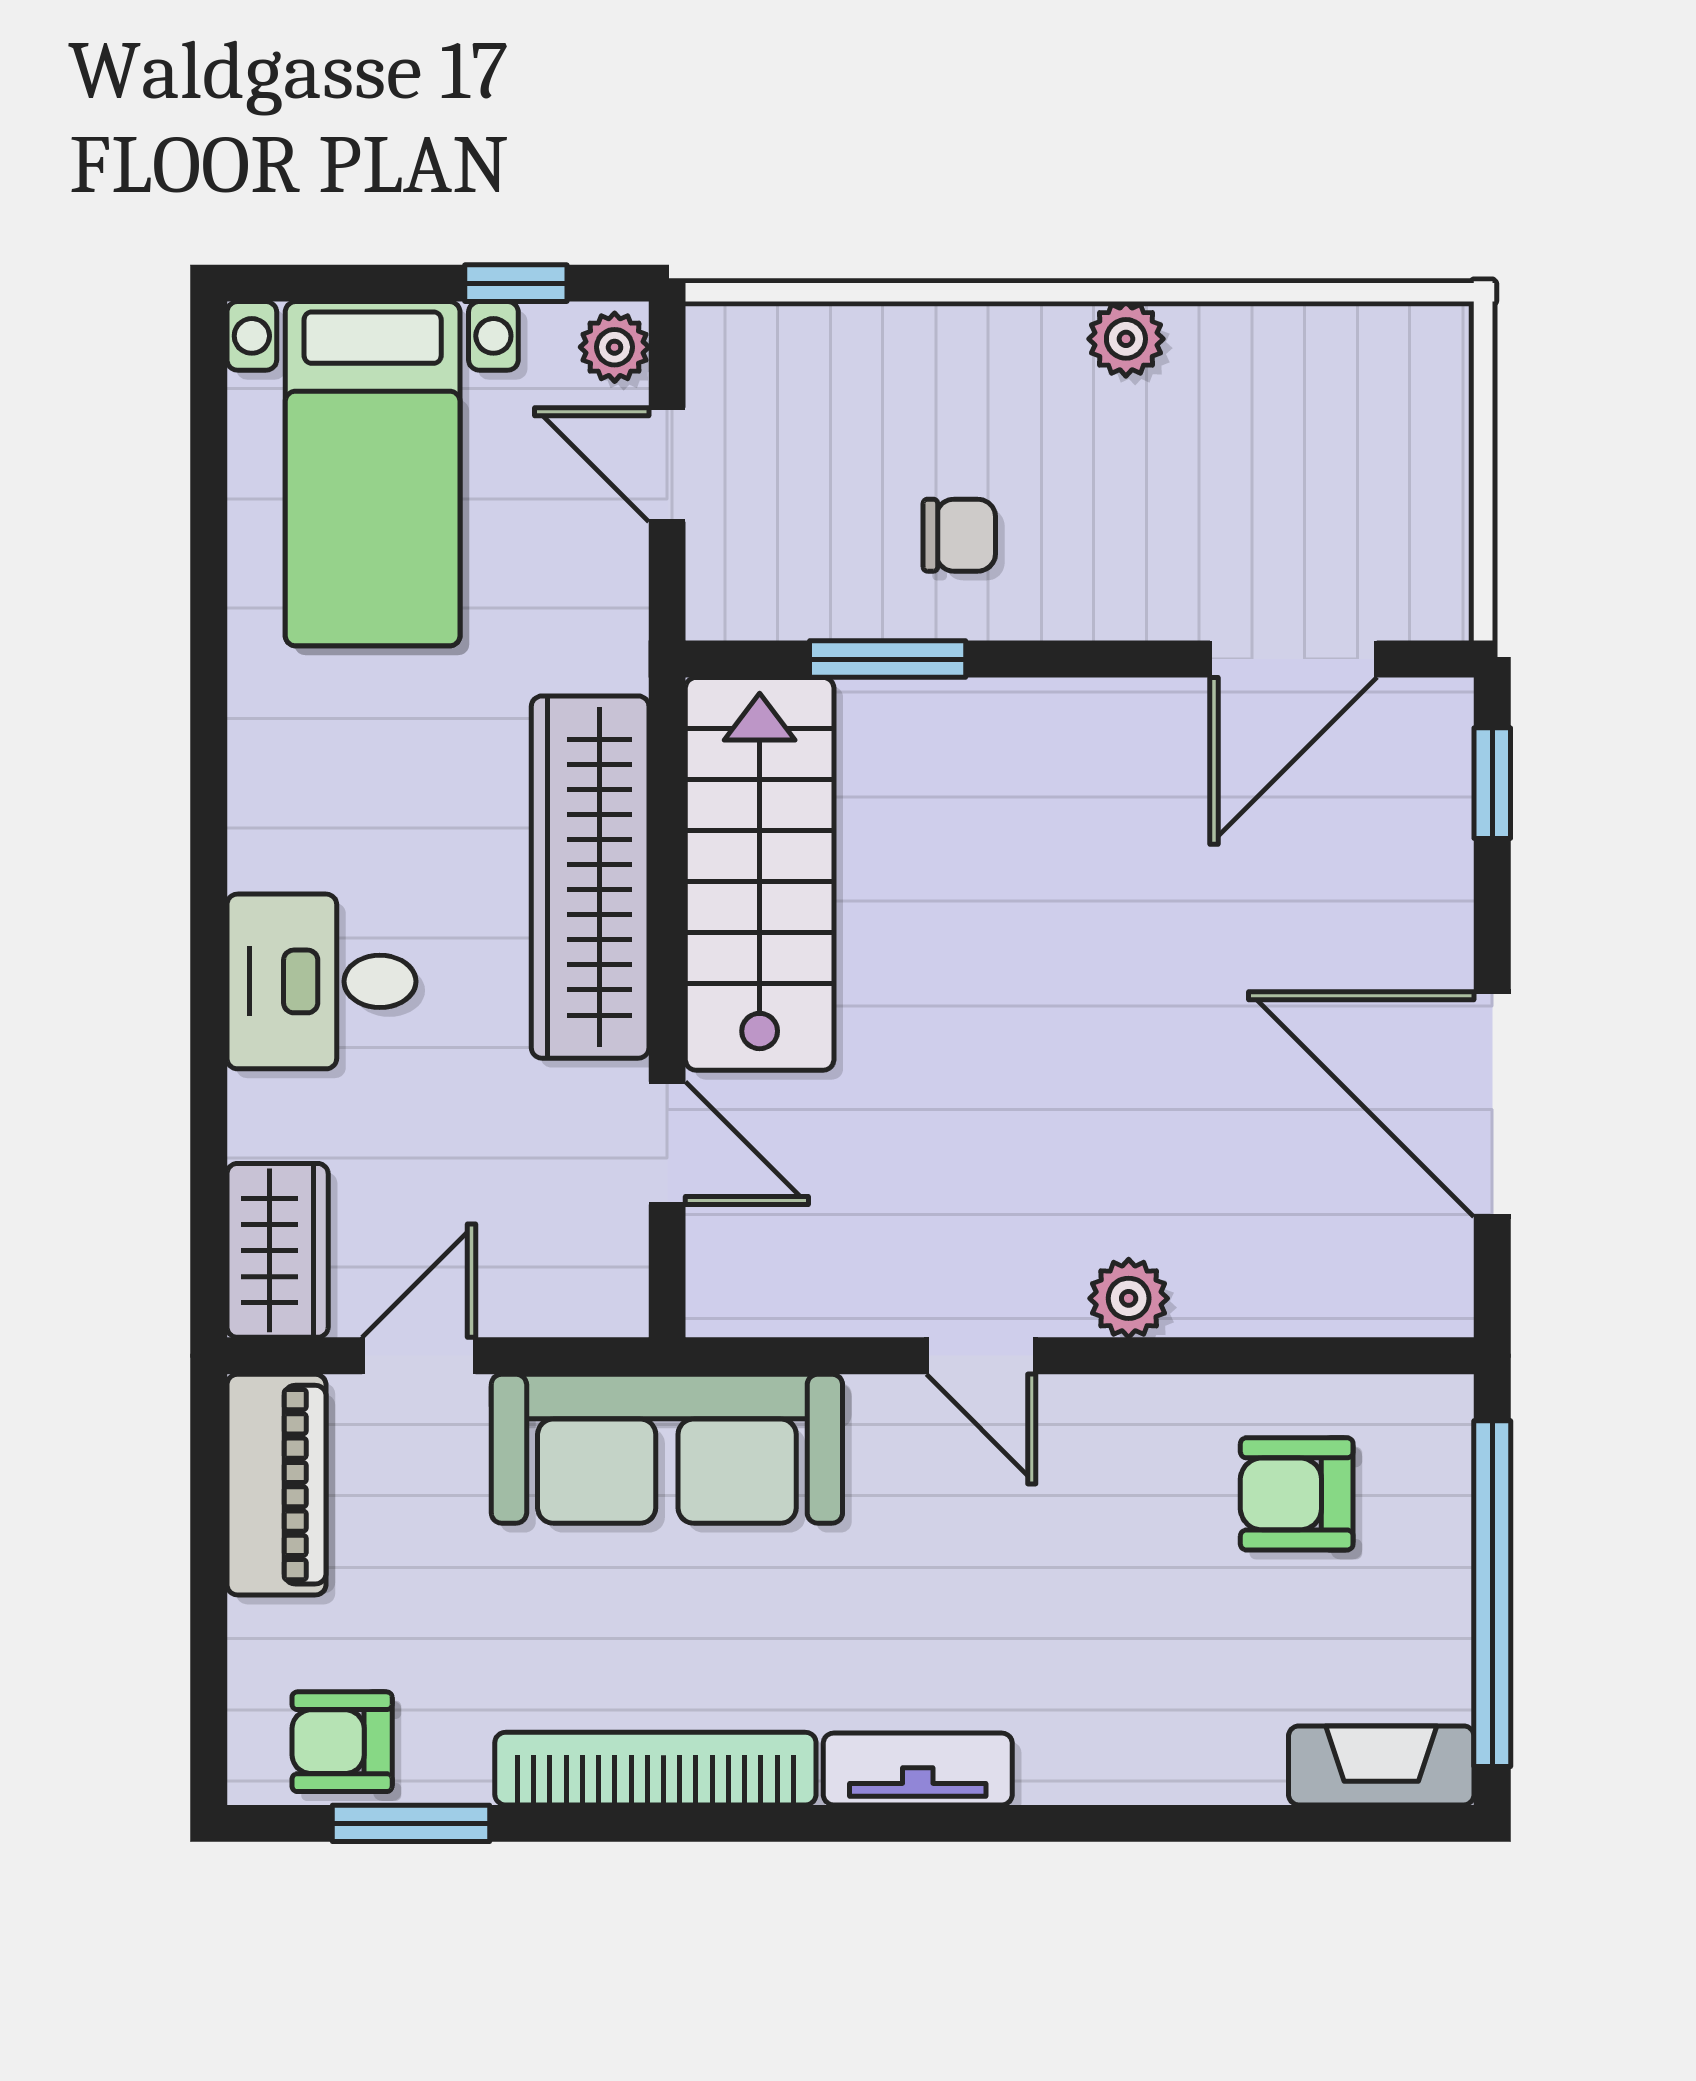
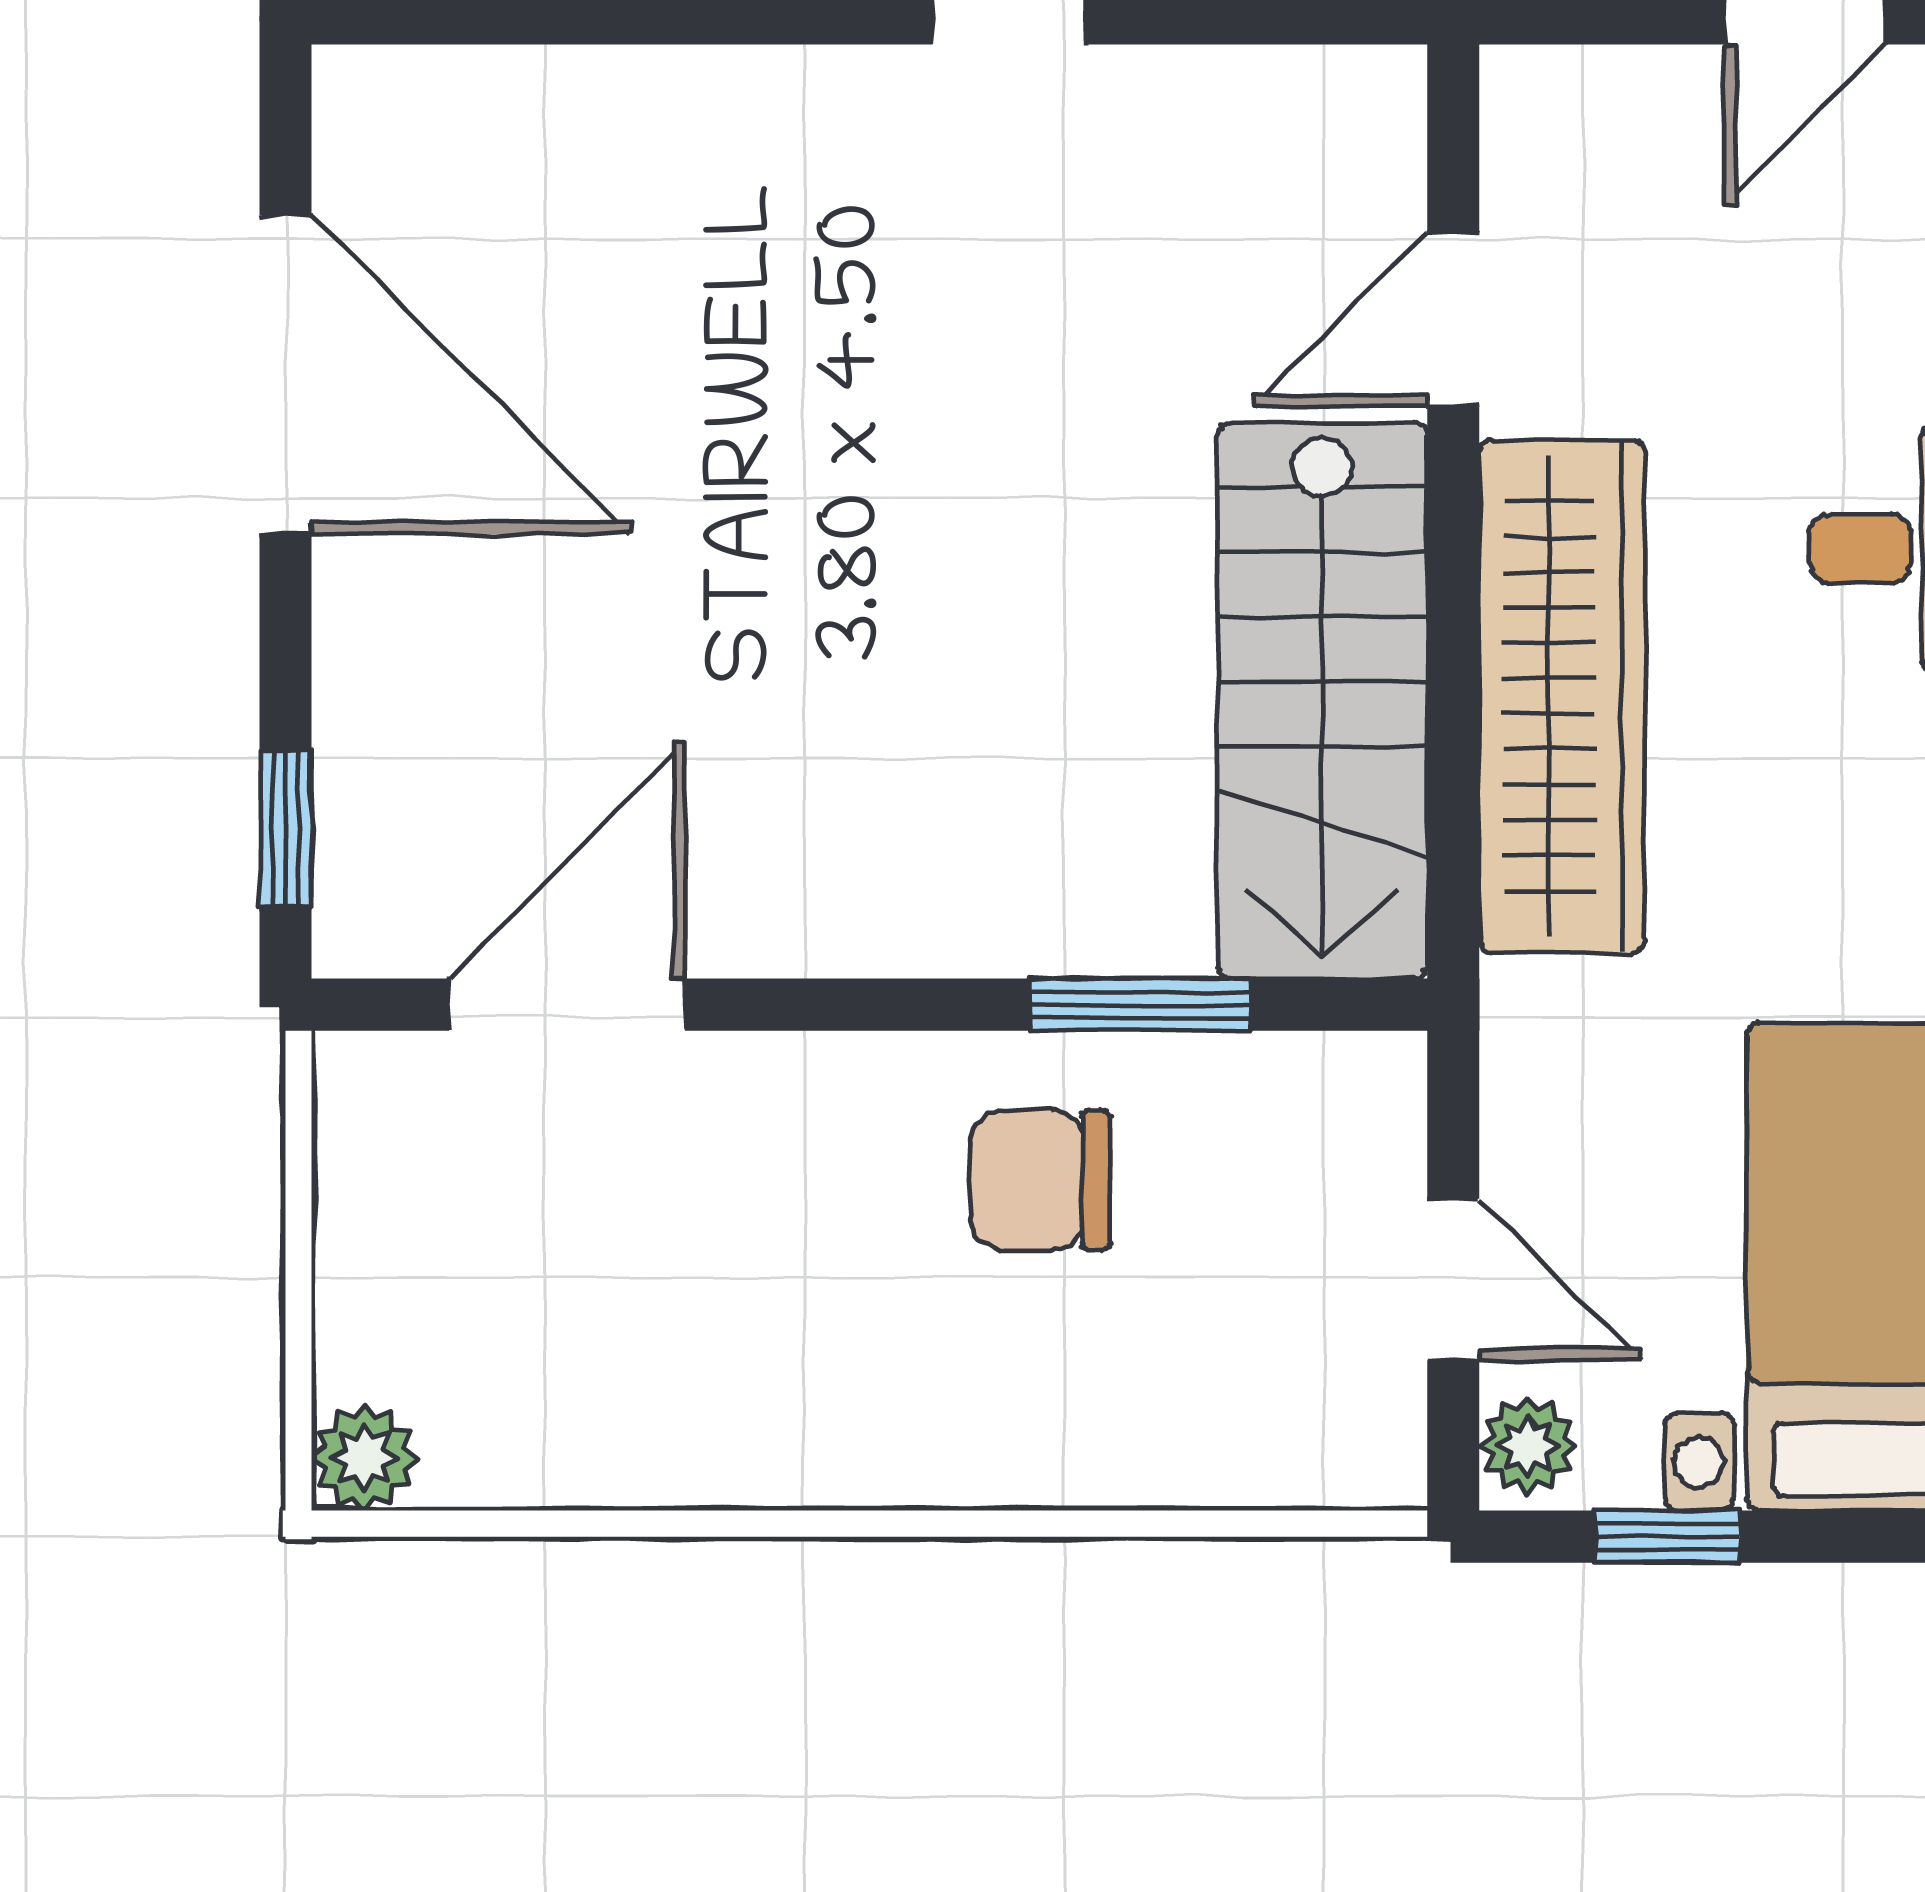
plant: (1126, 339) -> (364, 1458), moved
chair: (959, 535) -> (1040, 1180), width x1.37, depth x1.37
door: (667, 1143) -> (1453, 319), hinge flipped
plant: (1129, 1298) -> (800, 100), removed

